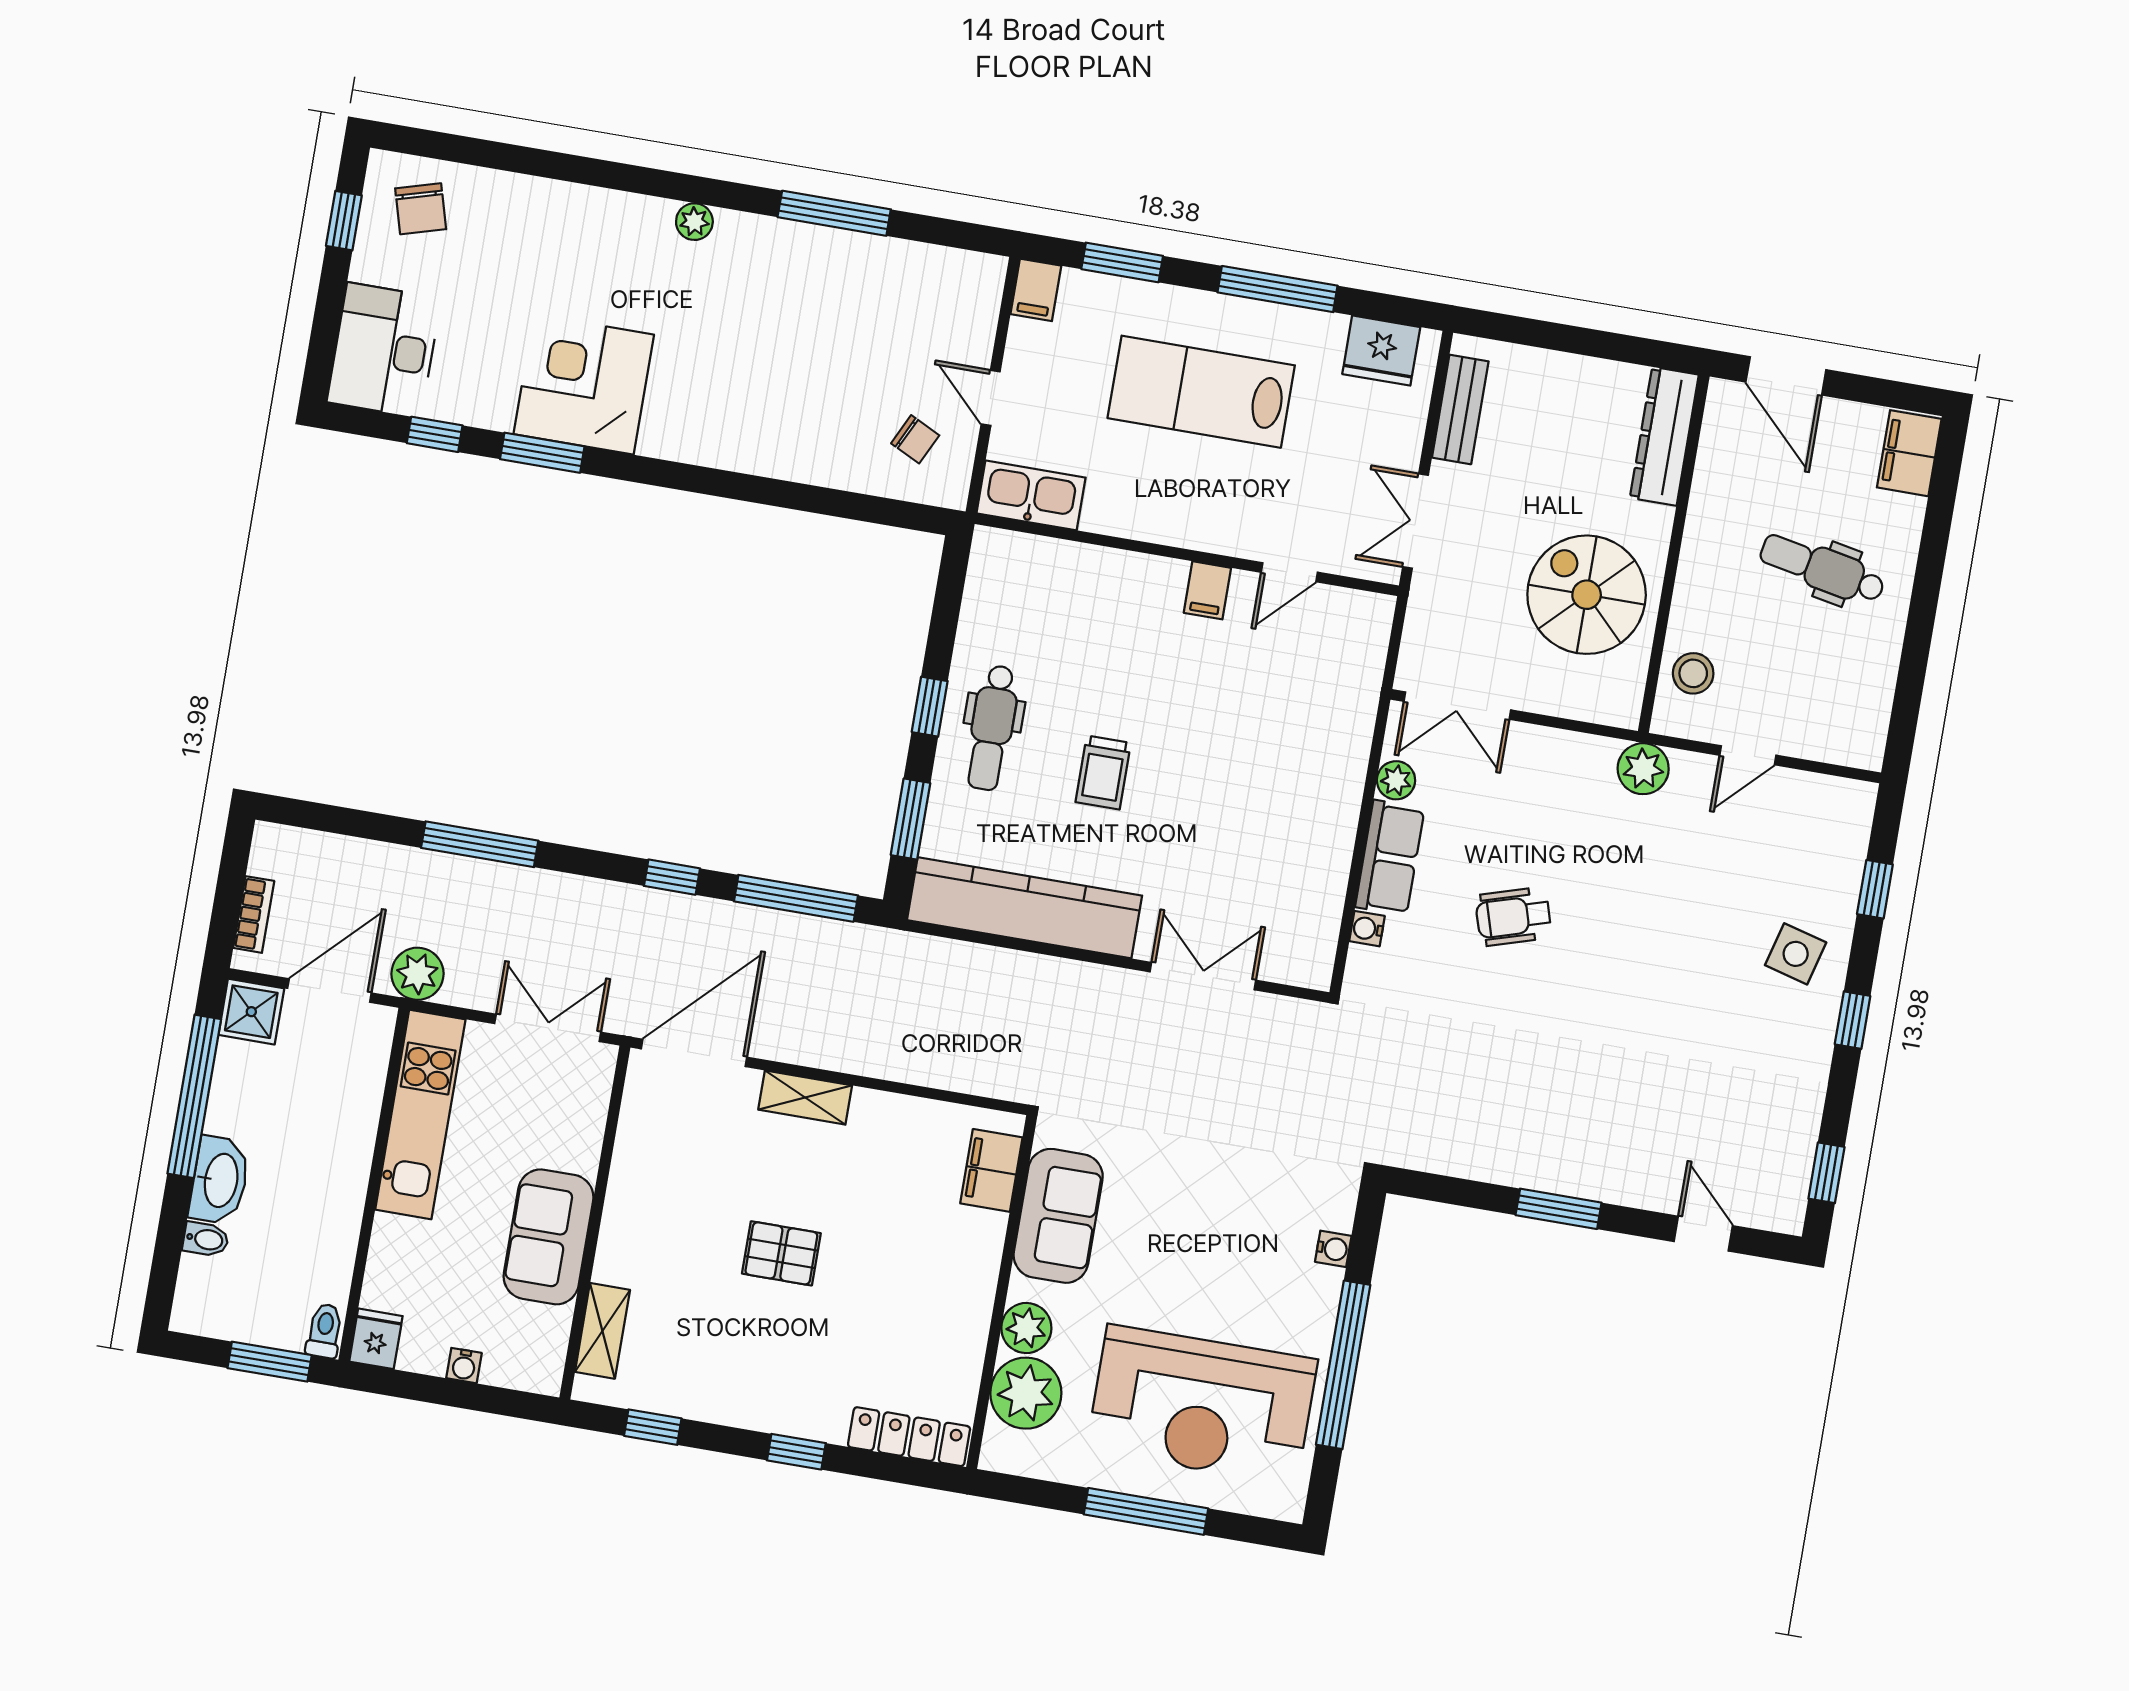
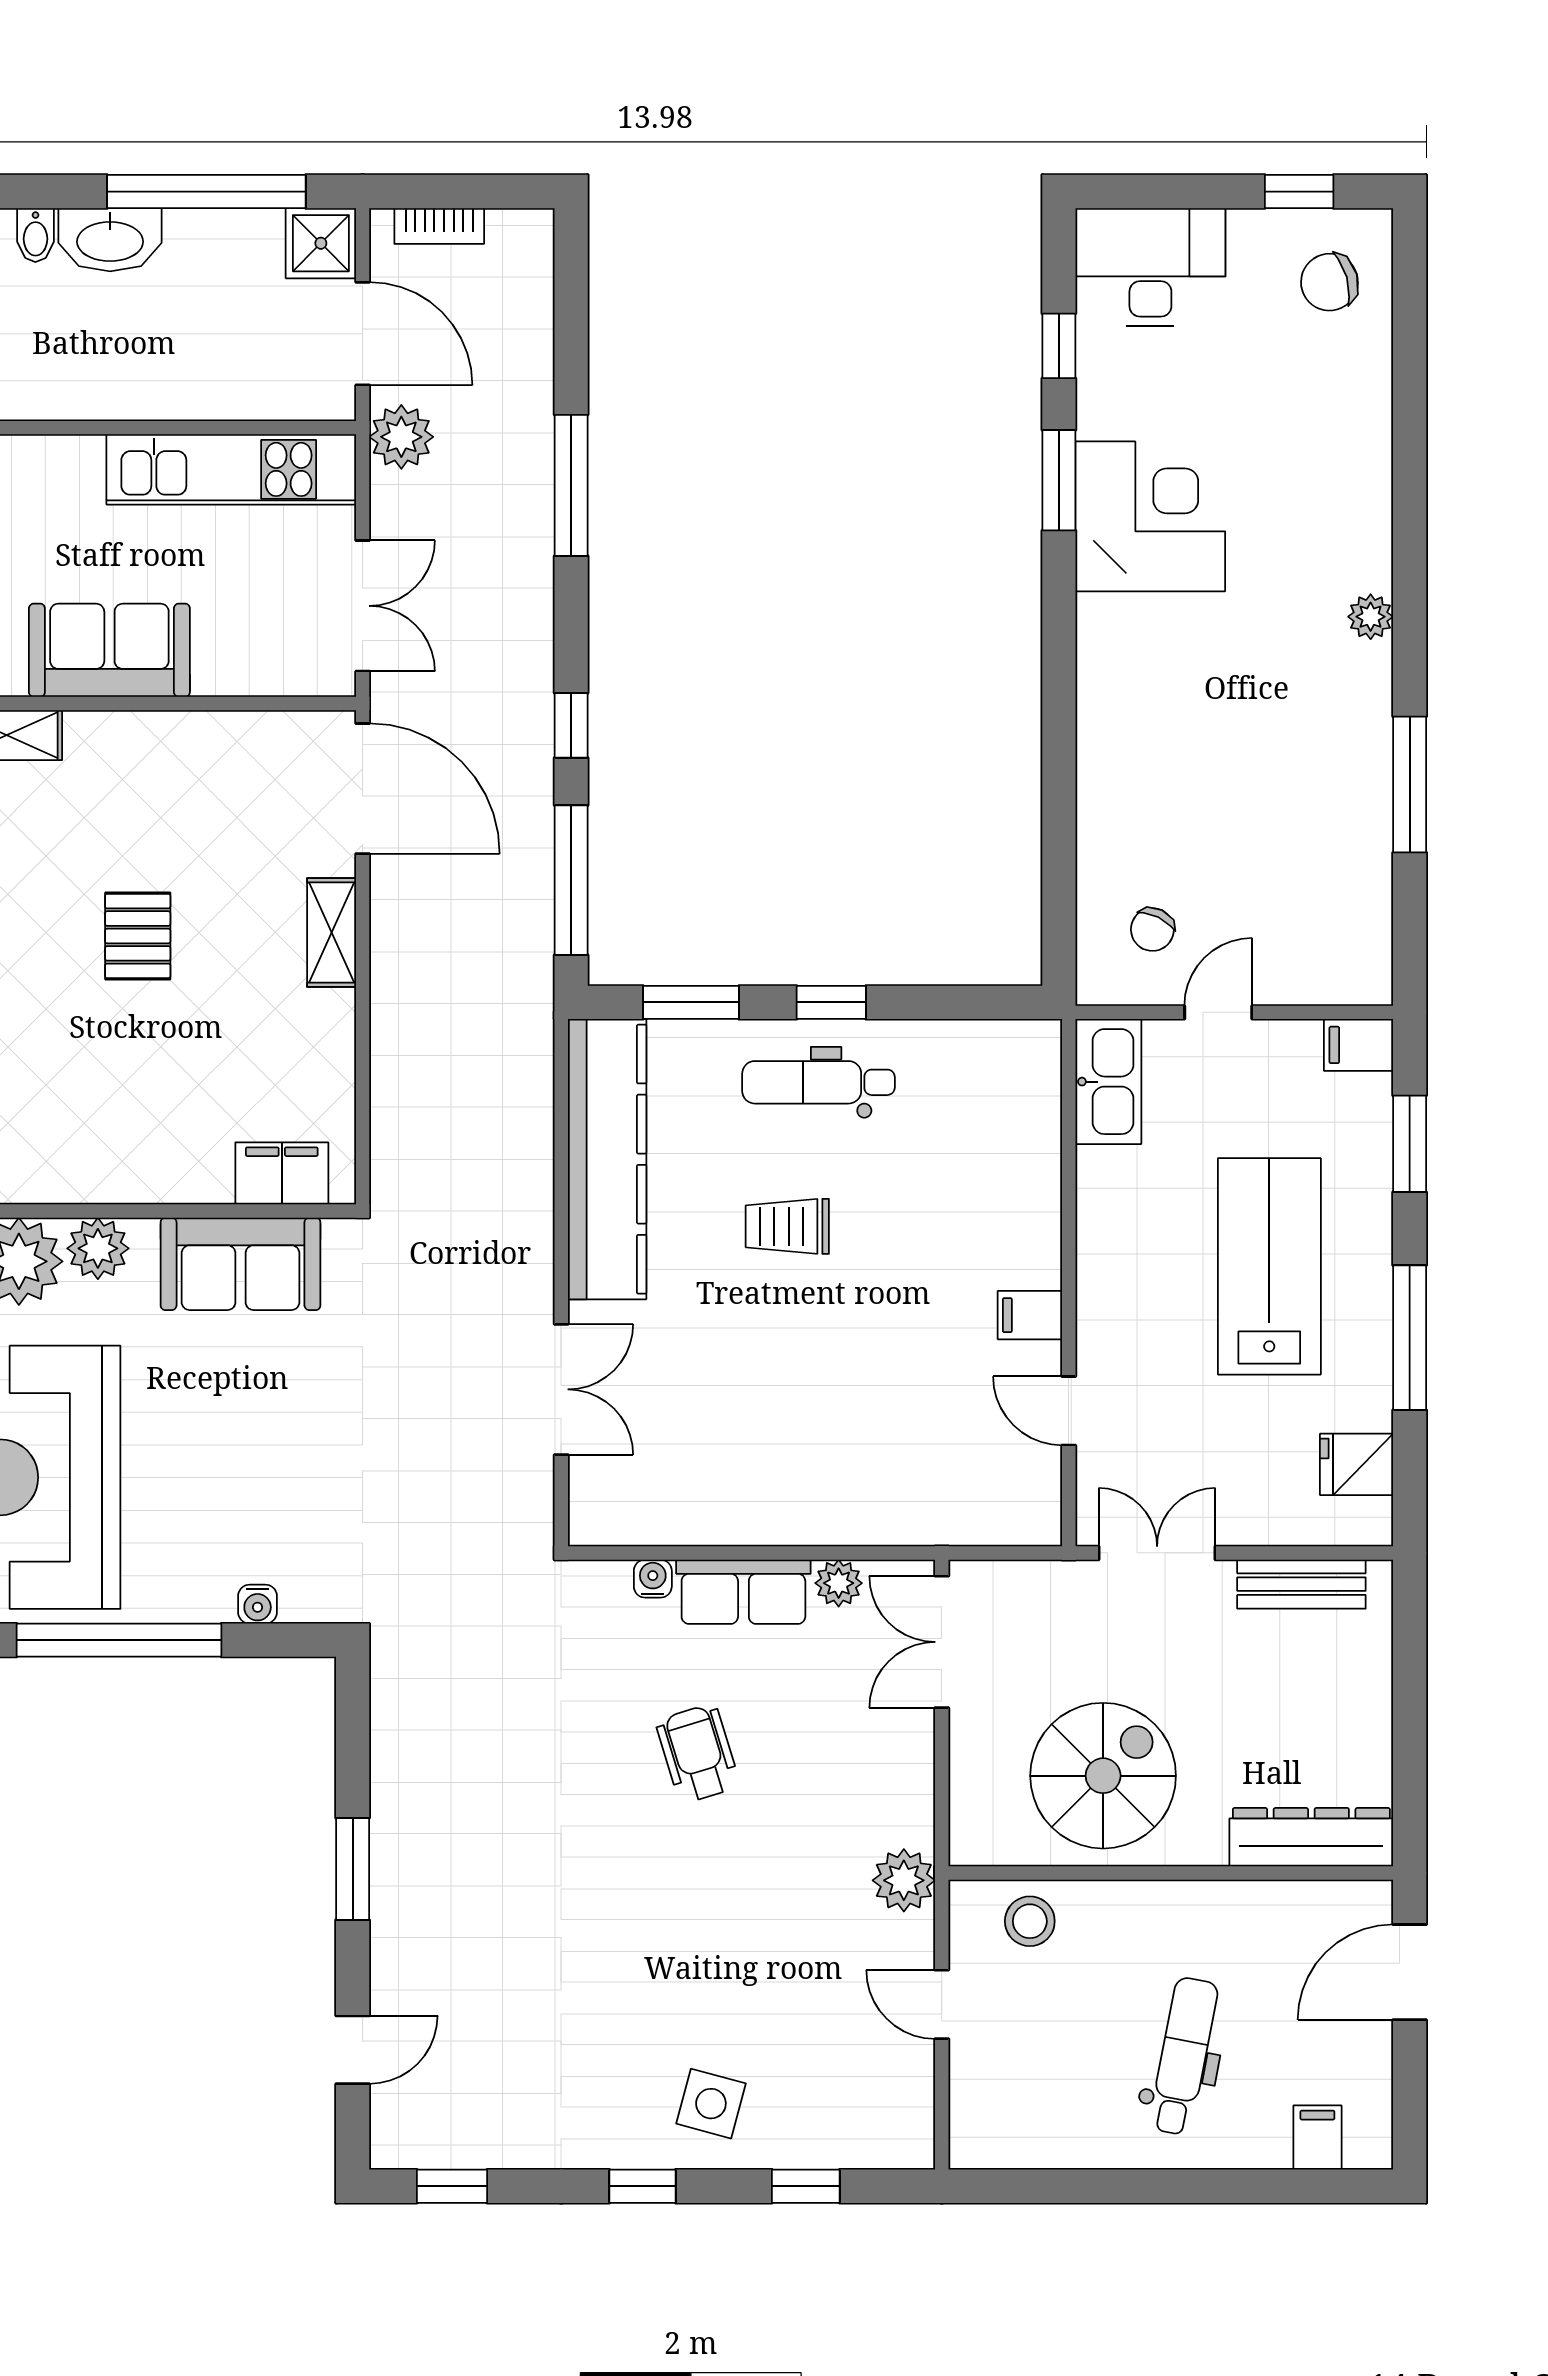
fridge: (1381, 351) -> (1357, 1464), width x0.72
filing cabinet: (1909, 453) -> (1317, 2138), width x0.50

